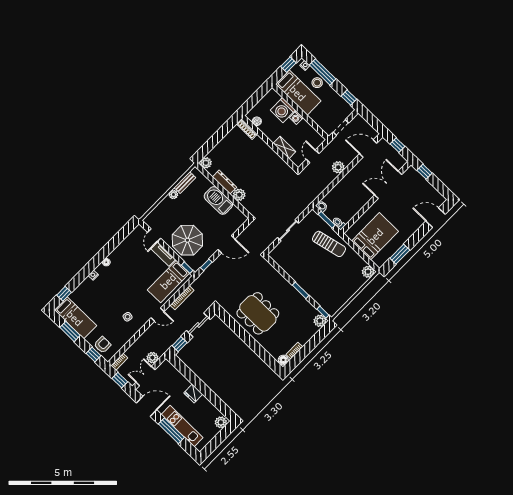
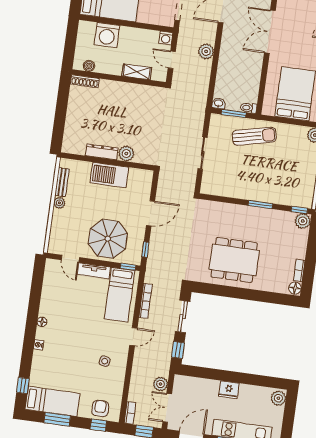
washing machine: (296, 118) -> (166, 38), moved
plant: (206, 163) -> (69, 146), removed

